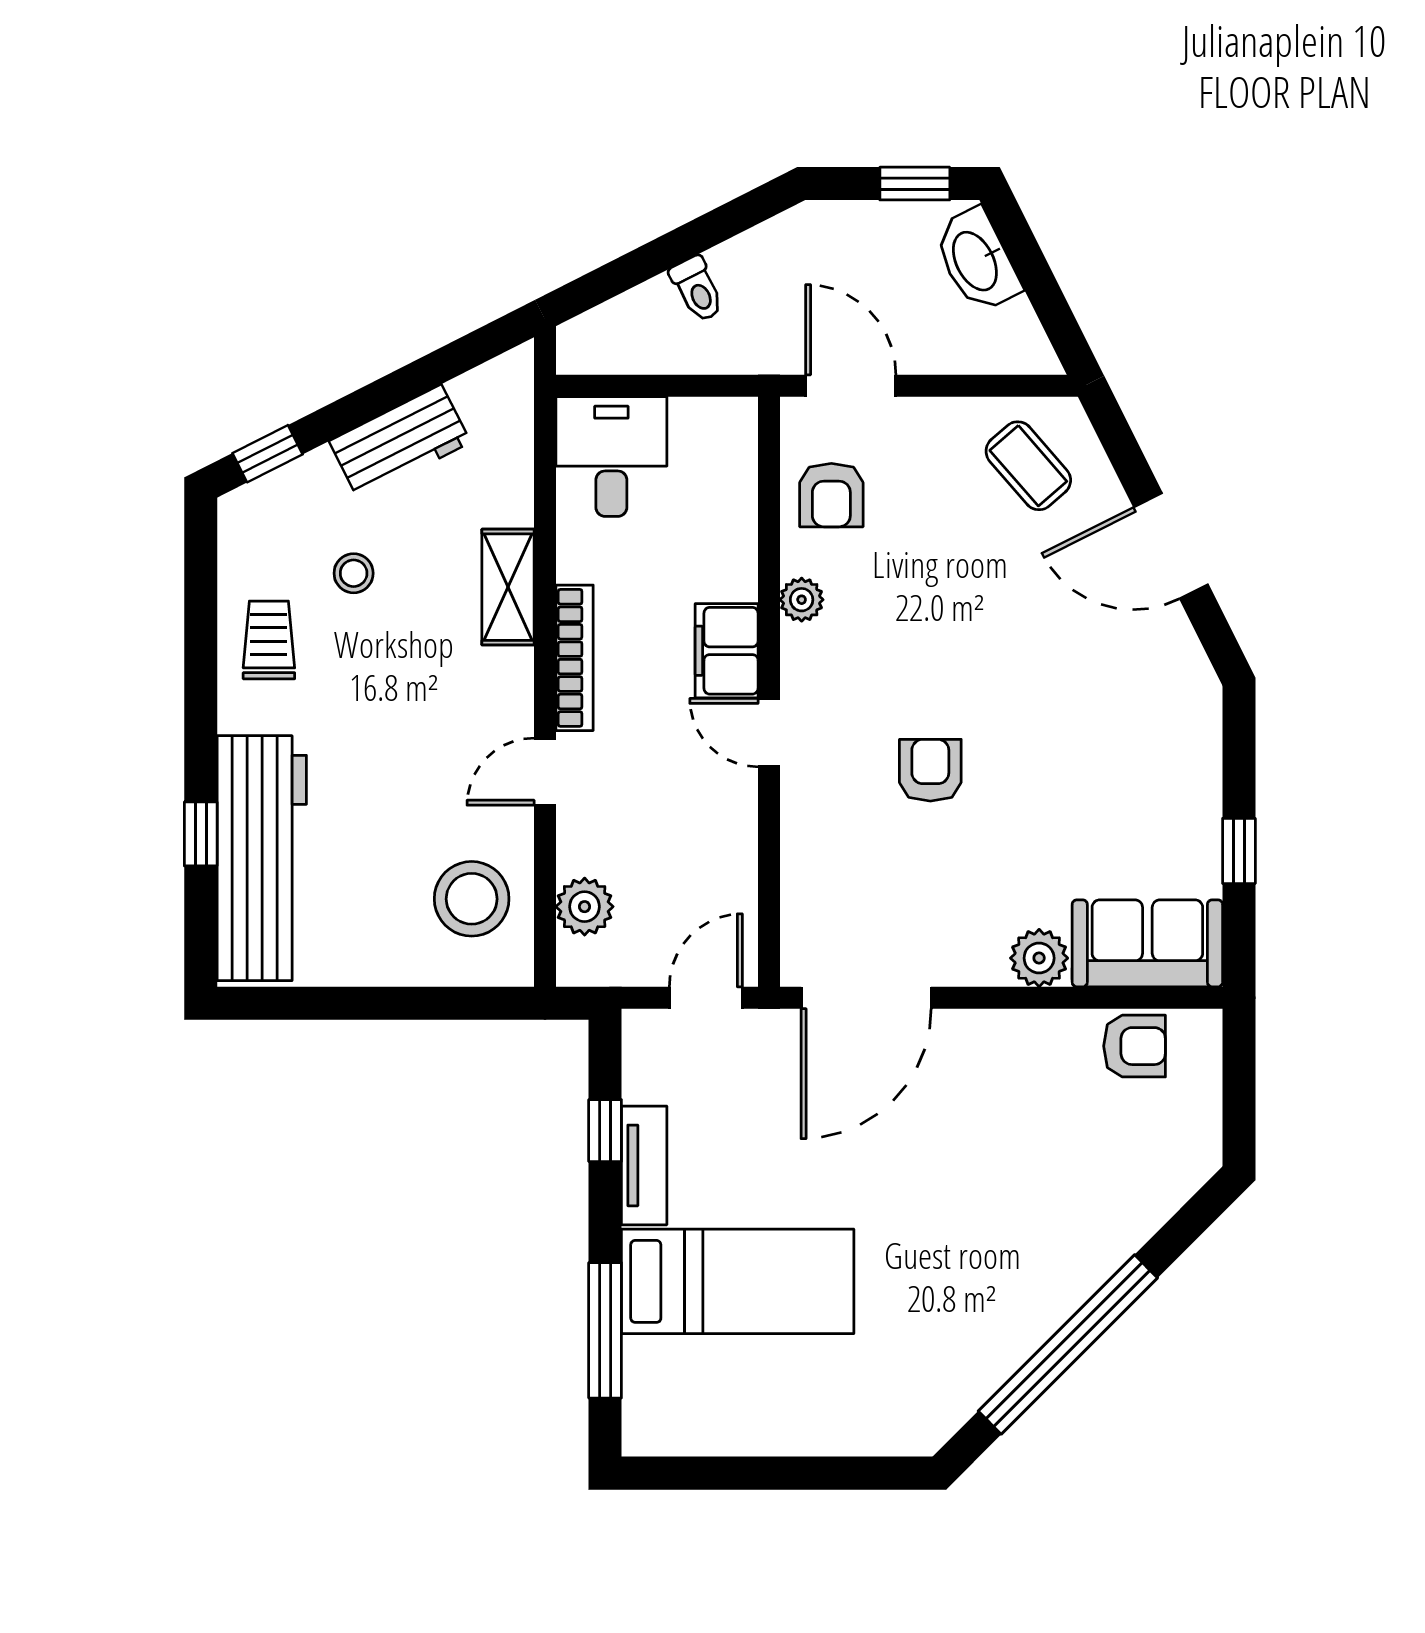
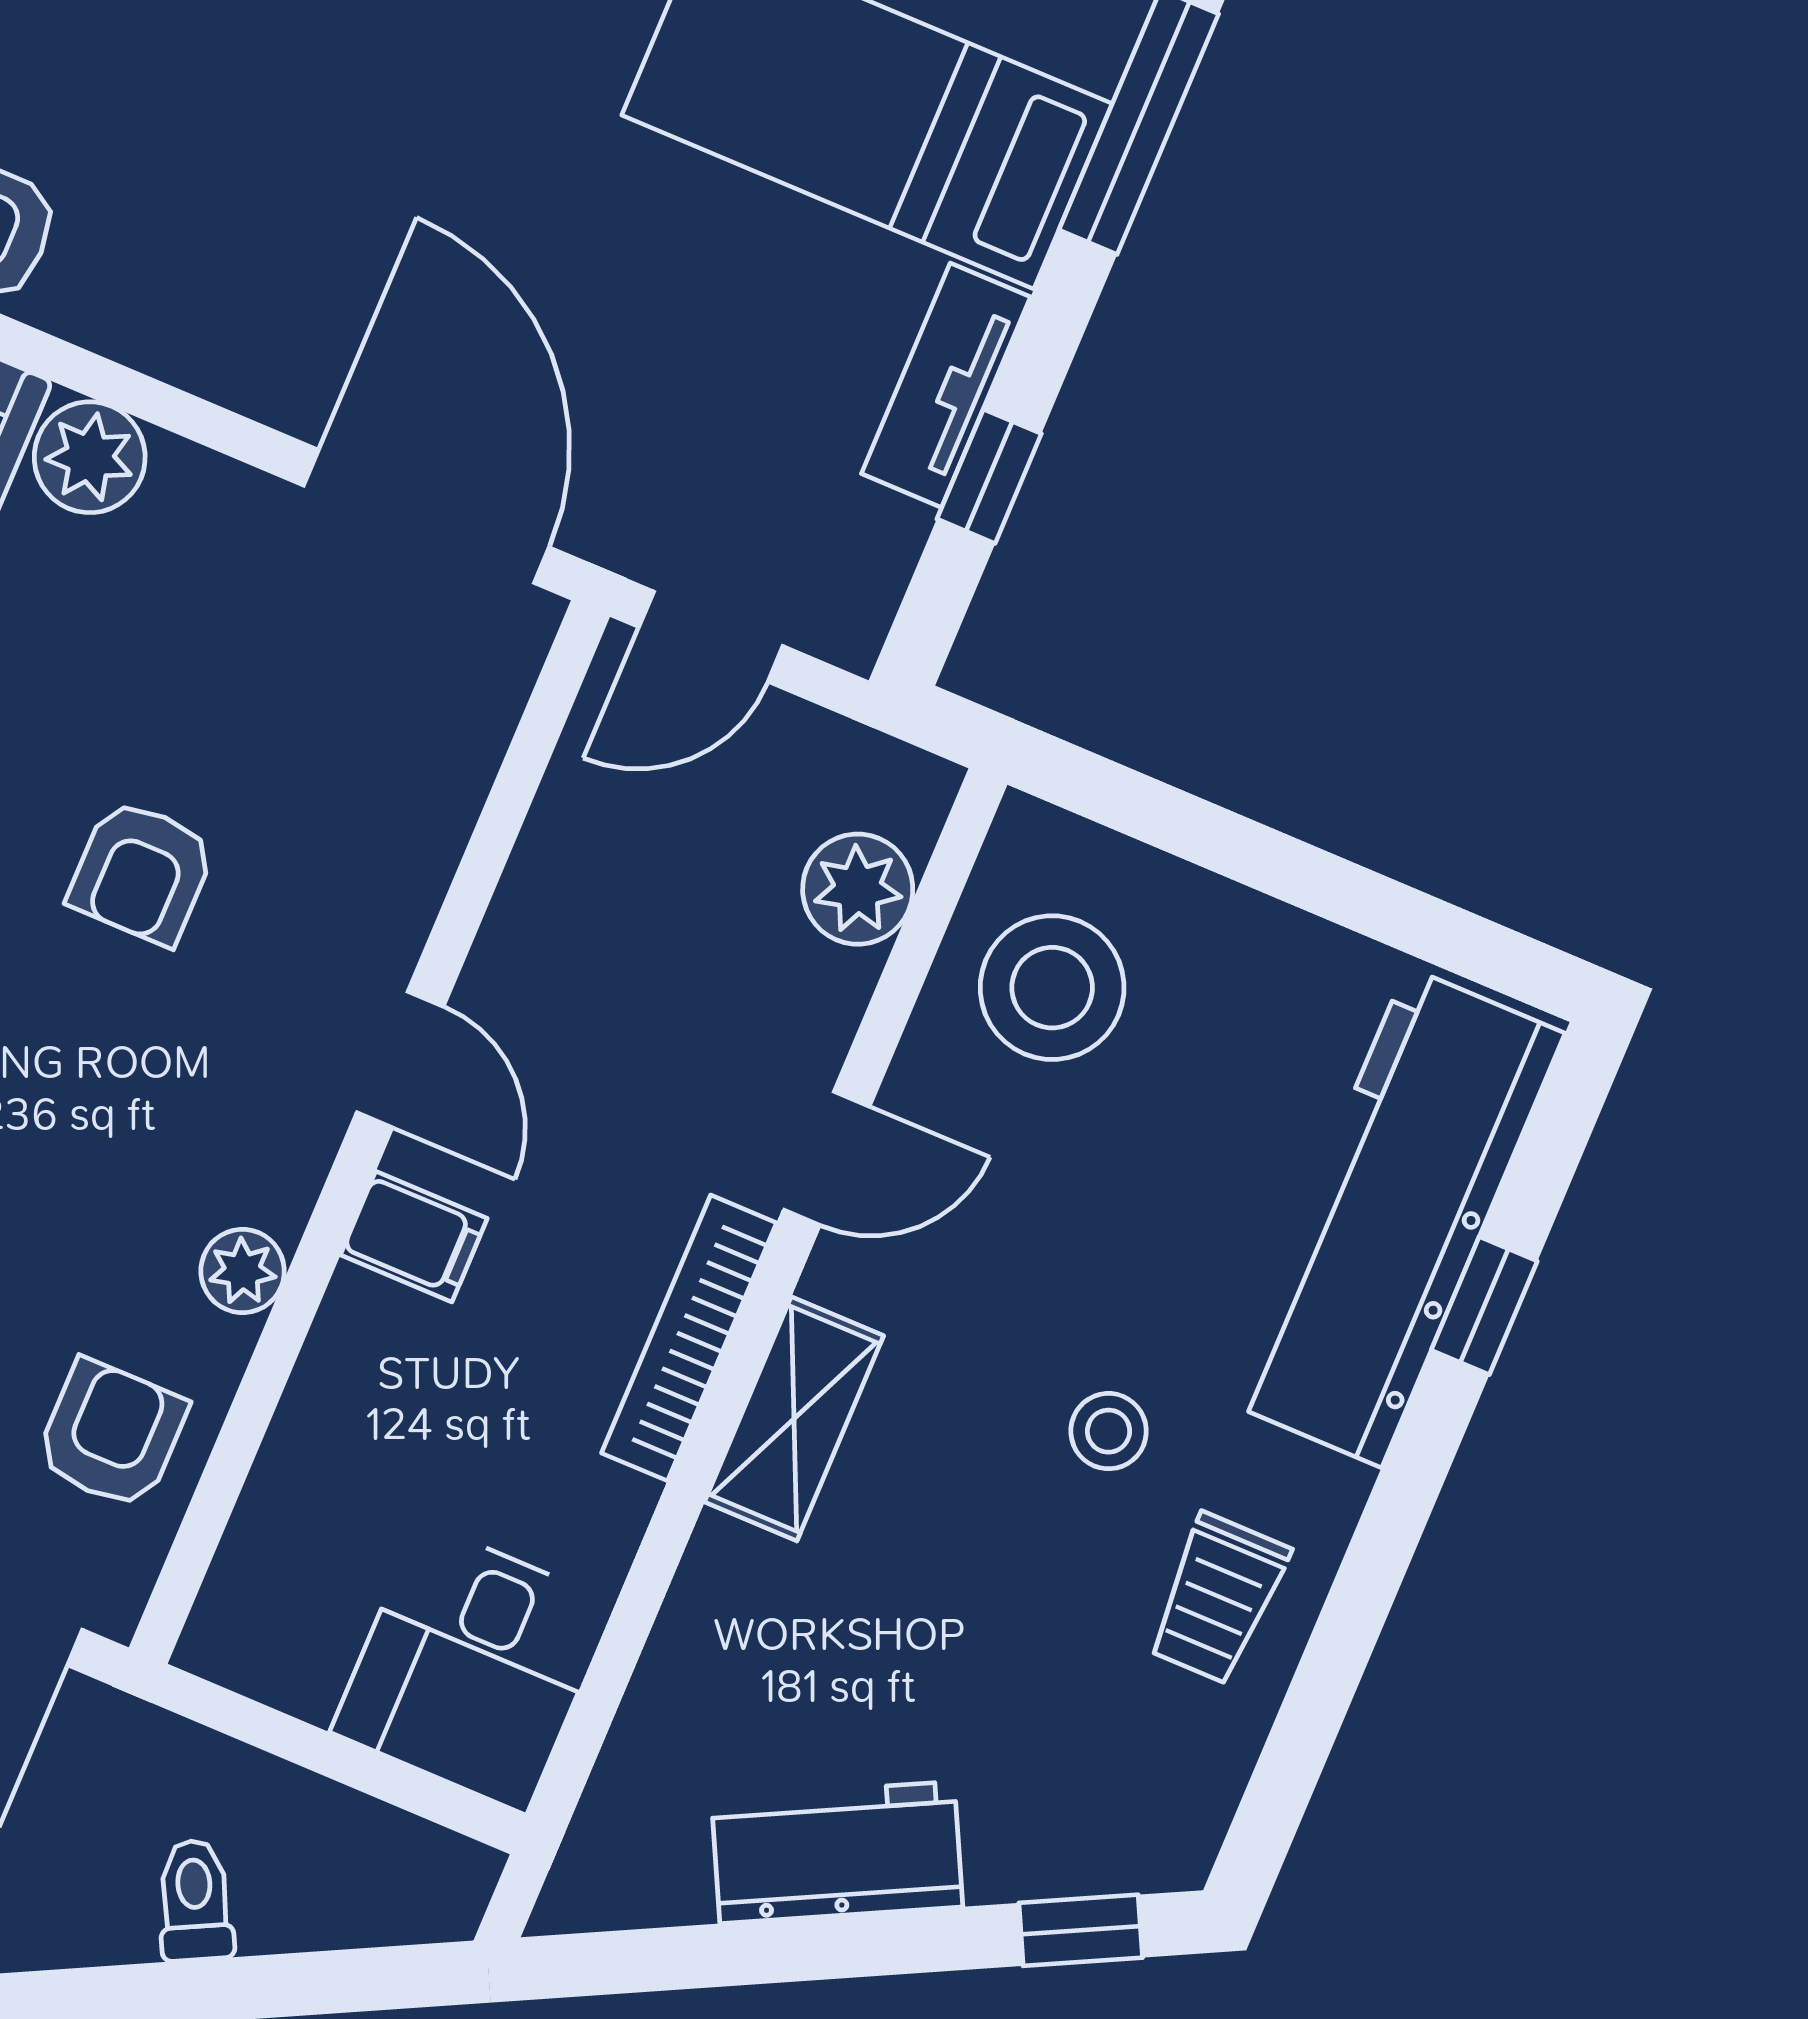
stool: (354, 573) -> (1109, 1431), moved
shelving: (508, 587) -> (794, 1419), moved
filing cabinet: (727, 651) -> (414, 1237), width x0.50
door: (866, 998) -> (426, 516), hinge flipped

